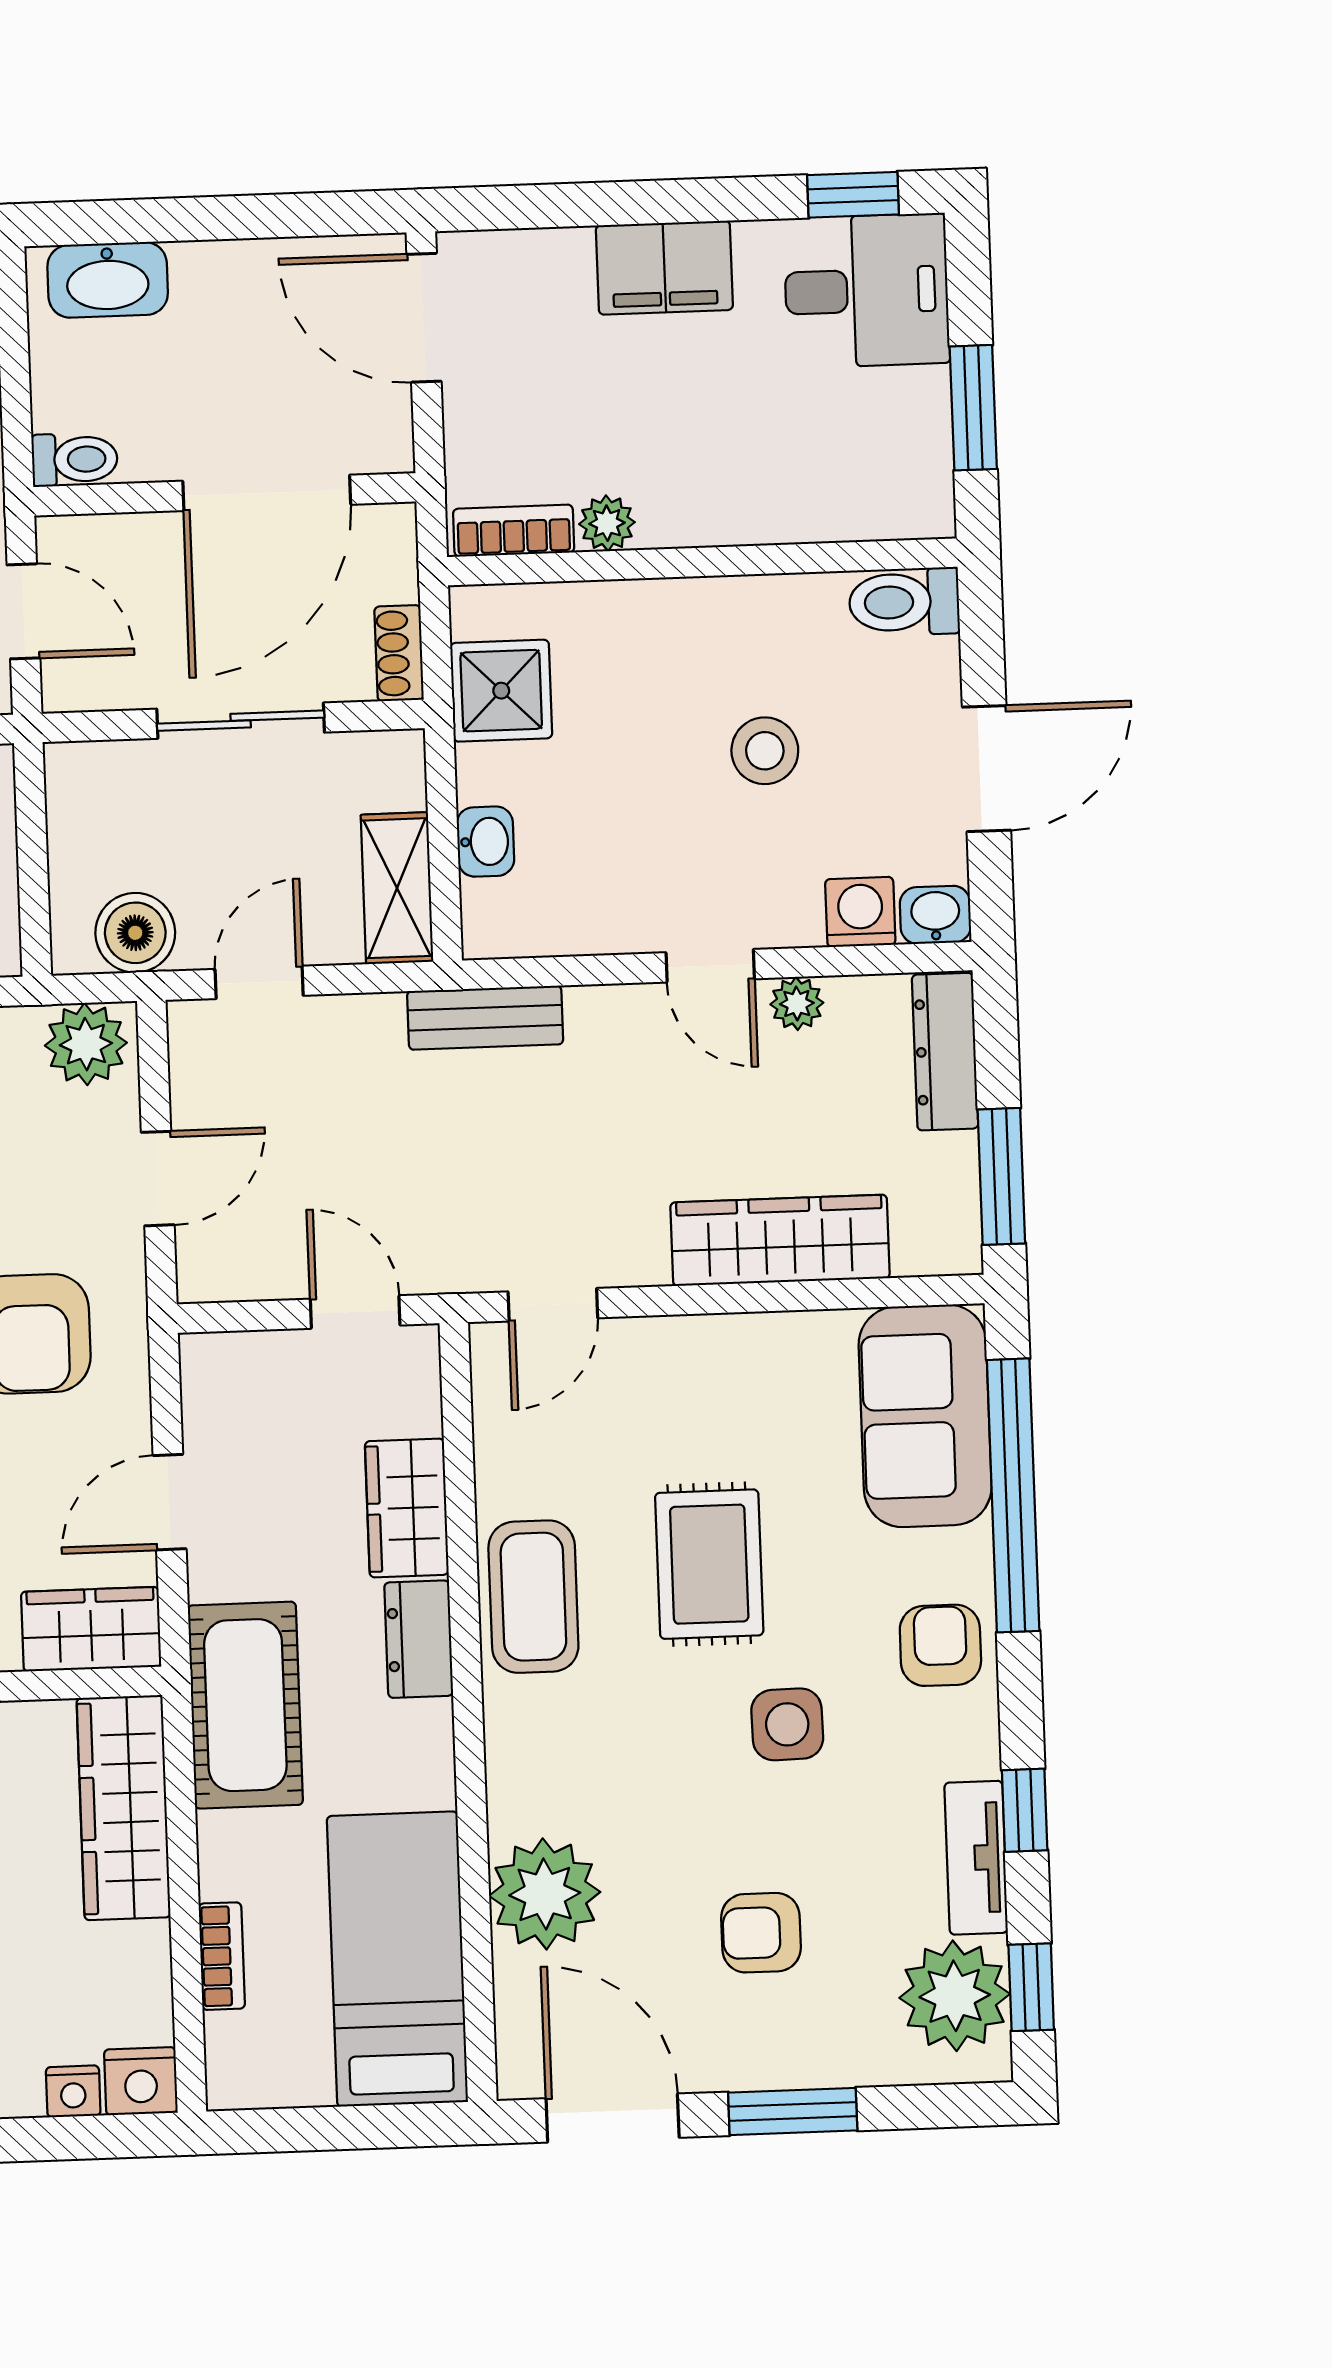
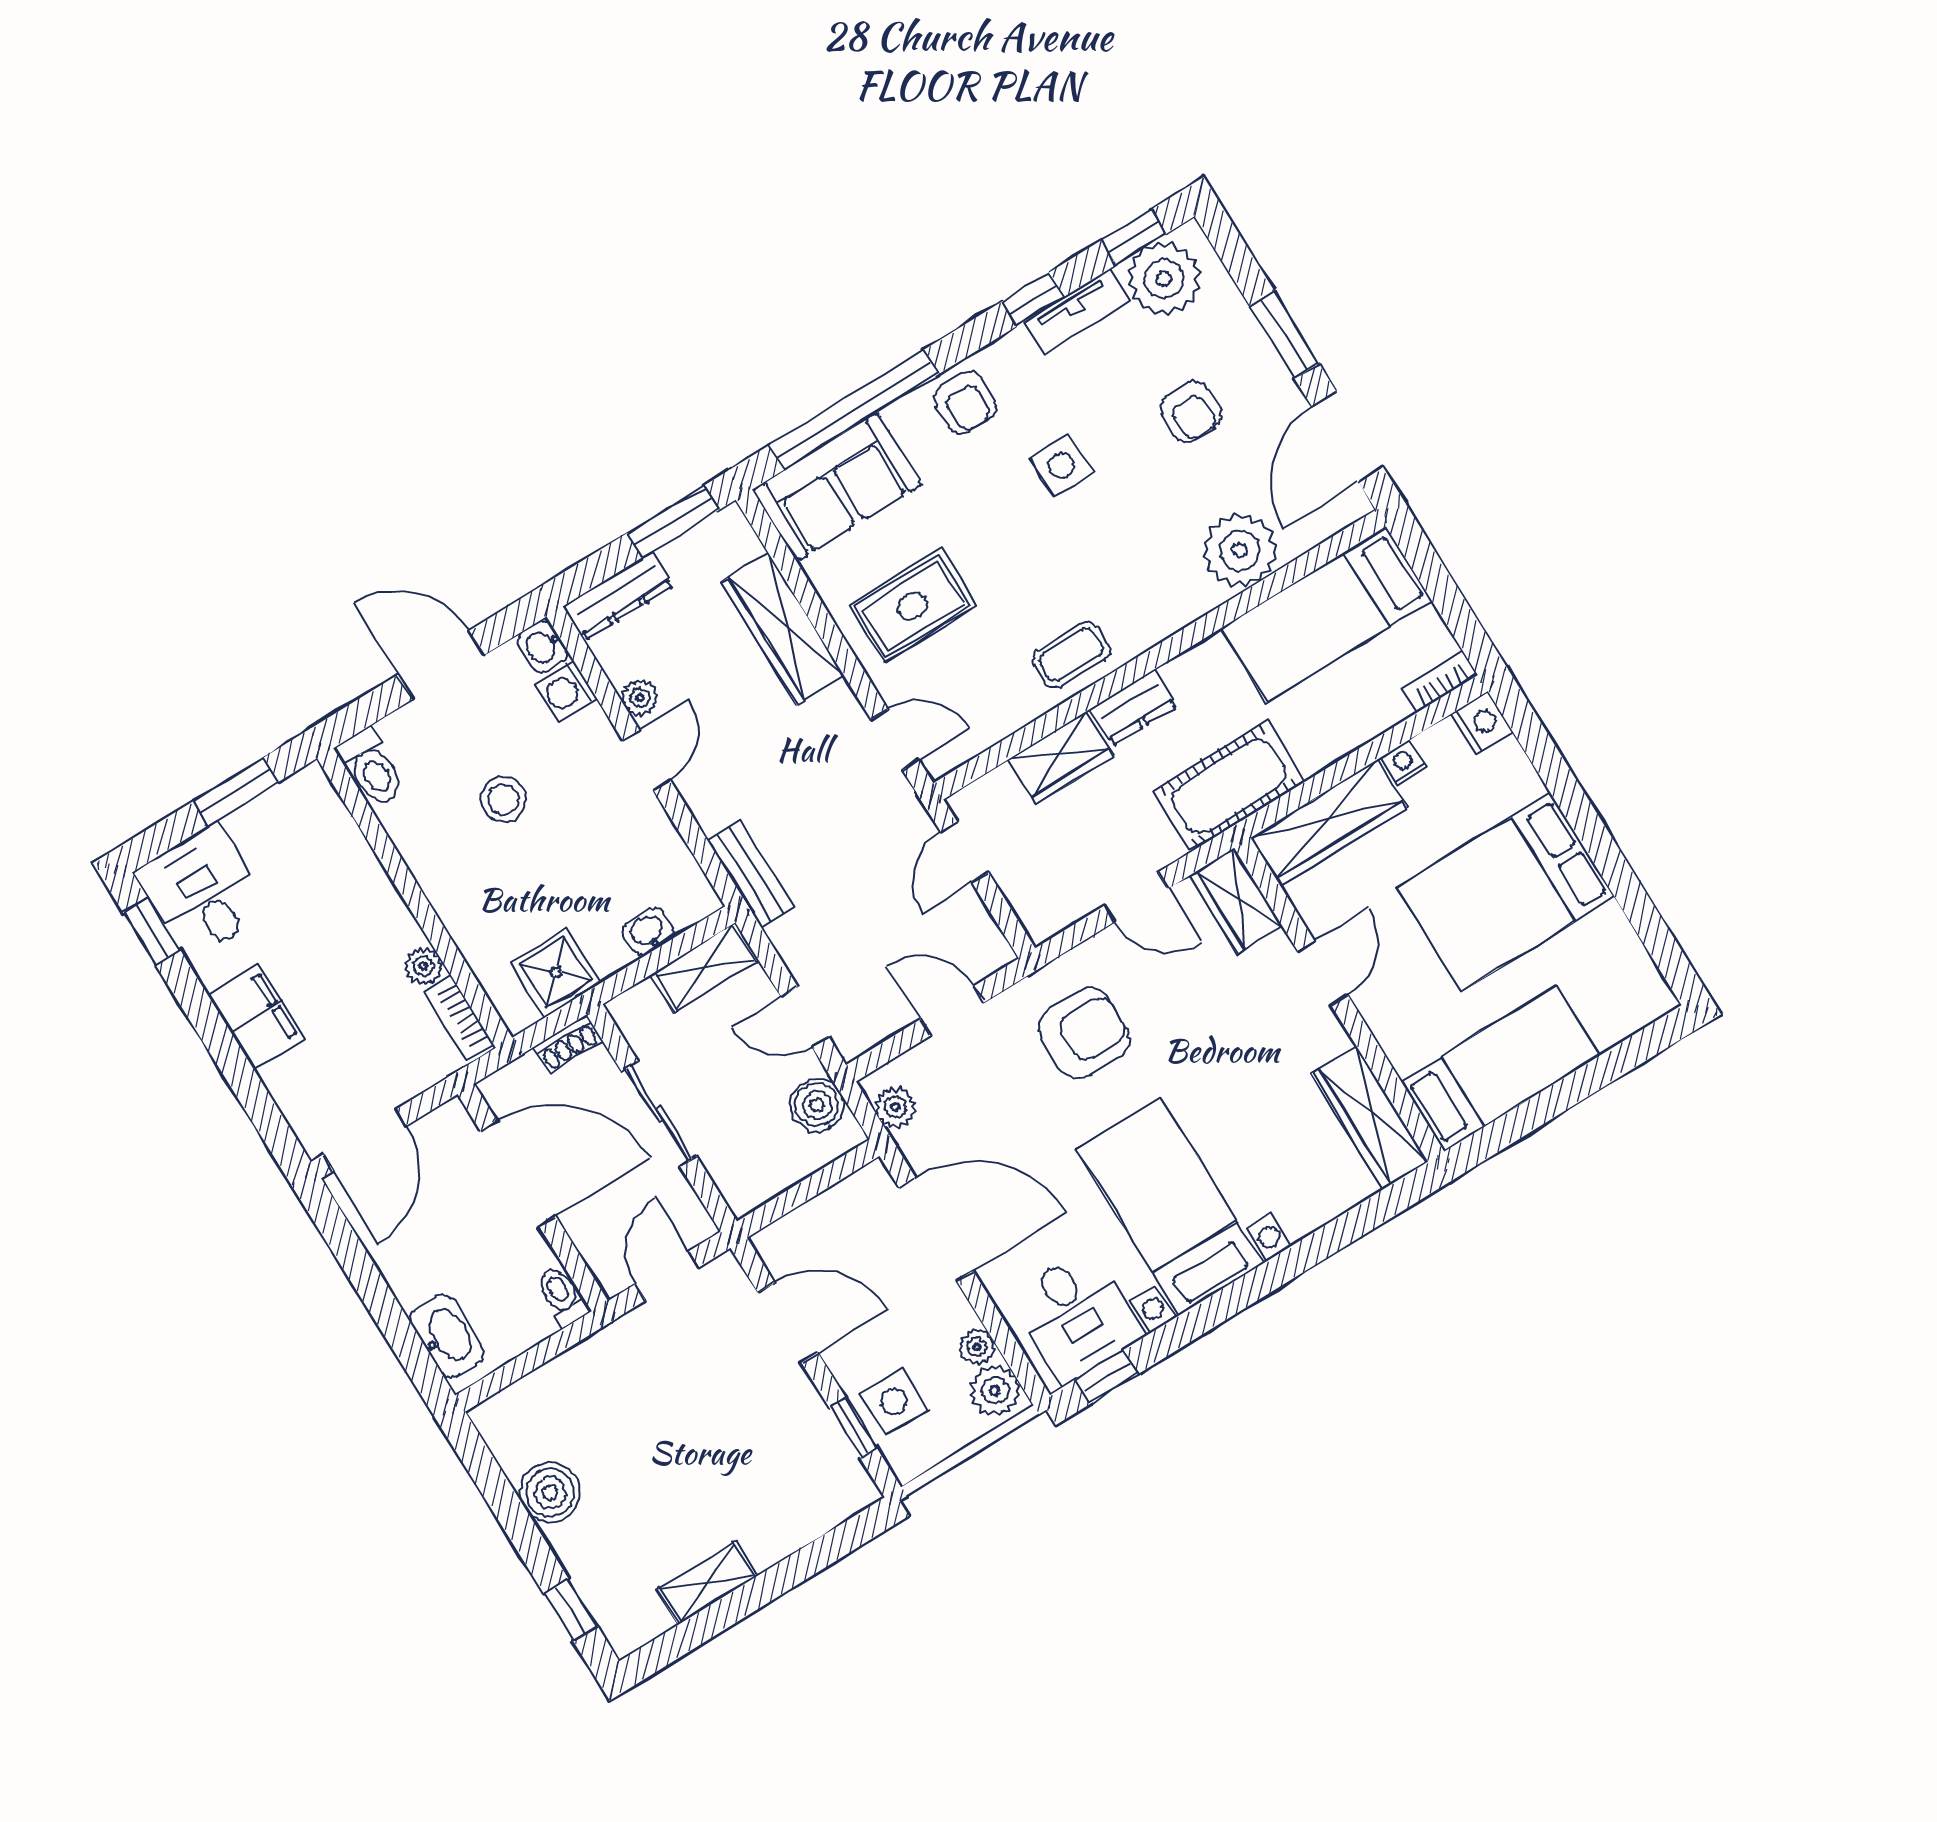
plant: (86, 1044) -> (895, 1107), width x0.73, depth x0.73
rug: (709, 1564) -> (913, 606), moved
coffee table: (533, 1597) -> (1071, 655), width x0.73, depth x0.77
armchair: (940, 1645) -> (965, 403), turned -90
bookcase: (222, 1956) -> (1440, 682), moved
nightstand: (73, 2091) -> (1404, 763), moved, turned -90

